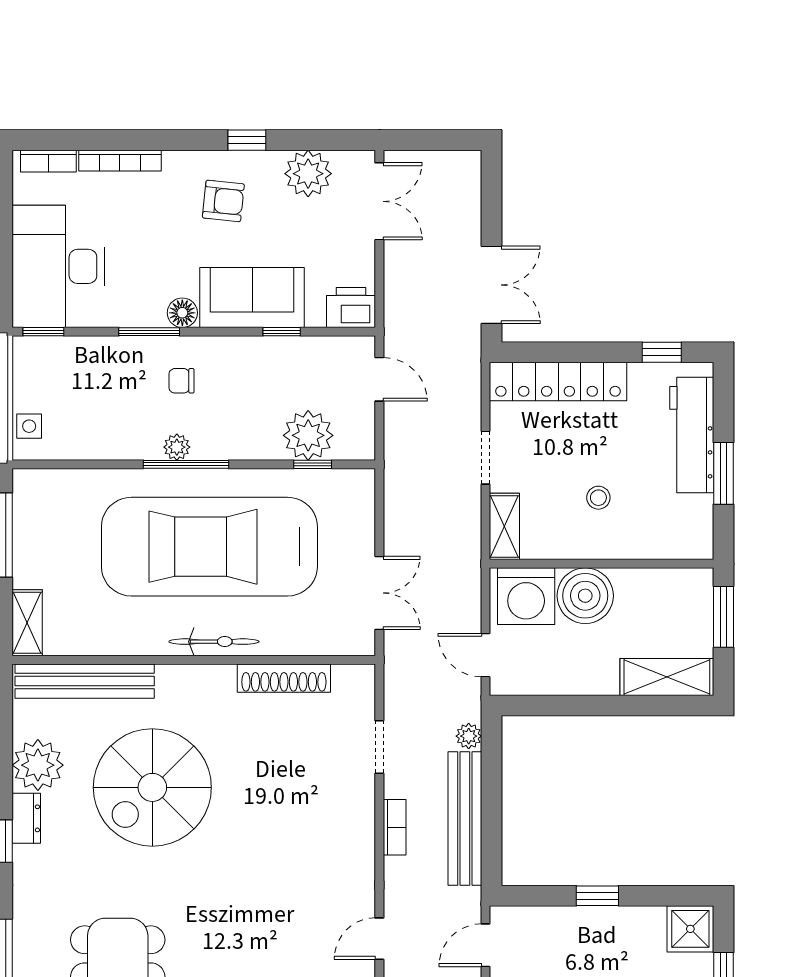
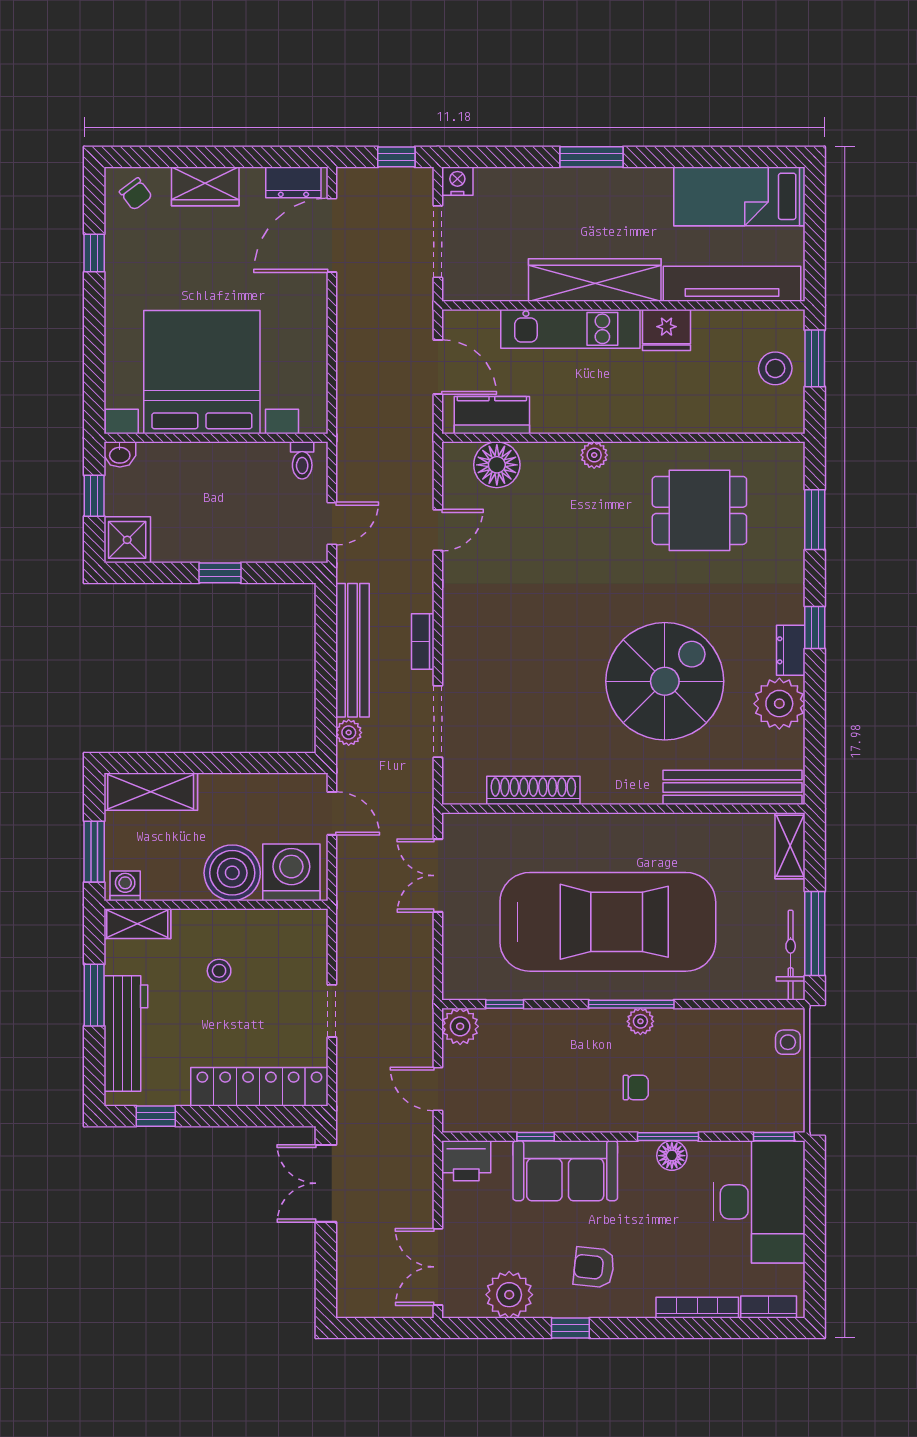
floor lamp: (182, 313) -> (672, 1156), moved
plant: (308, 435) -> (460, 1026), moved, width x0.73, depth x0.73
shelving: (504, 526) -> (137, 924), moved, turned 90
washing machine: (692, 583) -> (125, 886), added
bicycle: (214, 642) -> (791, 955), moved, turned 90
doorway: (379, 747) -> (438, 722), width x1.38

